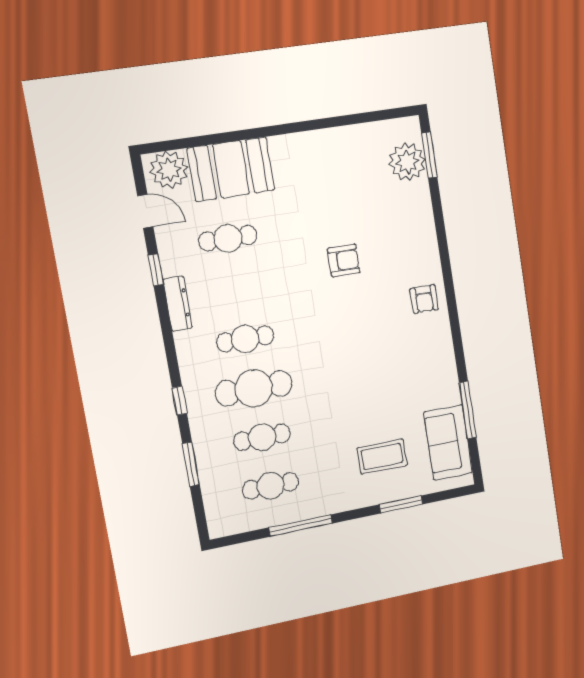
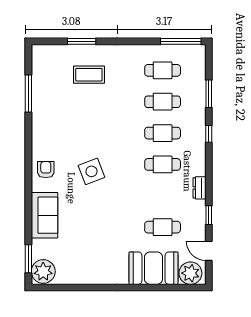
plant: (407, 162) -> (43, 272), moved
armchair: (344, 261) -> (93, 202), removed
dresser: (178, 304) -> (199, 188), width x0.70
side table: (354, 308) -> (91, 171), added
cafe table: (254, 388) -> (163, 133), width x0.73, depth x0.74
sofa: (448, 442) -> (44, 215), moved
window: (301, 525) -> (181, 41), moved

